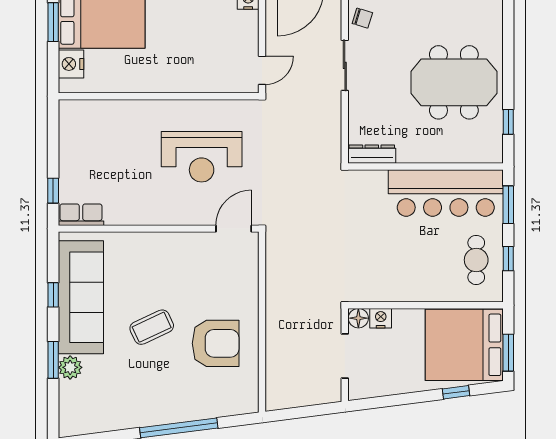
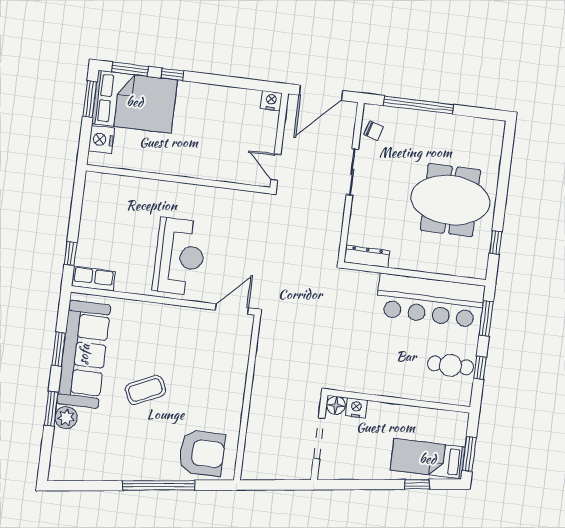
door: (262, 70) -> (276, 167), swing flipped
reception desk: (202, 157) -> (179, 256), moved, turned -90
cafe table: (476, 260) -> (450, 365), turned 90
window: (53, 295) -> (59, 349), width x1.50
armchair: (216, 343) -> (202, 453), moved
bed: (464, 345) -> (428, 459), width x0.49

